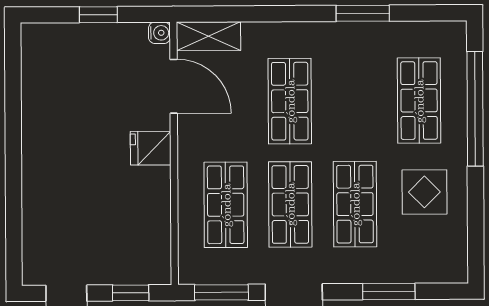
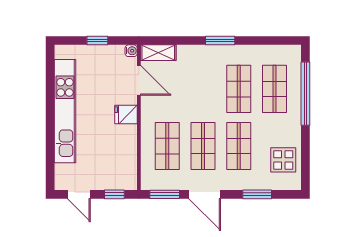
window: (363, 13) -> (220, 40), moved
shop shelf: (290, 101) -> (239, 89), moved
kitchen unit: (40, 143) -> (65, 111), added
display table: (424, 192) -> (283, 160), moved

